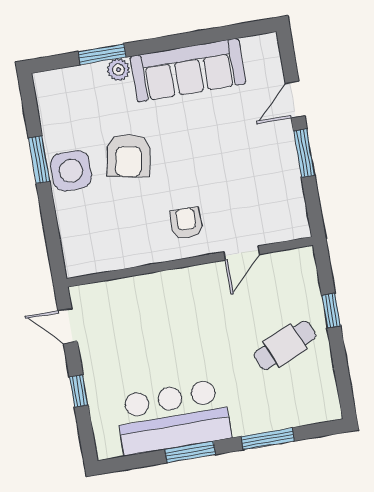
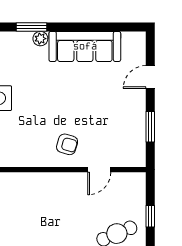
window: (304, 153) -> (150, 127), moved
armchair: (129, 156) -> (37, 95), removed
armchair: (186, 223) -> (67, 144), turned 106

